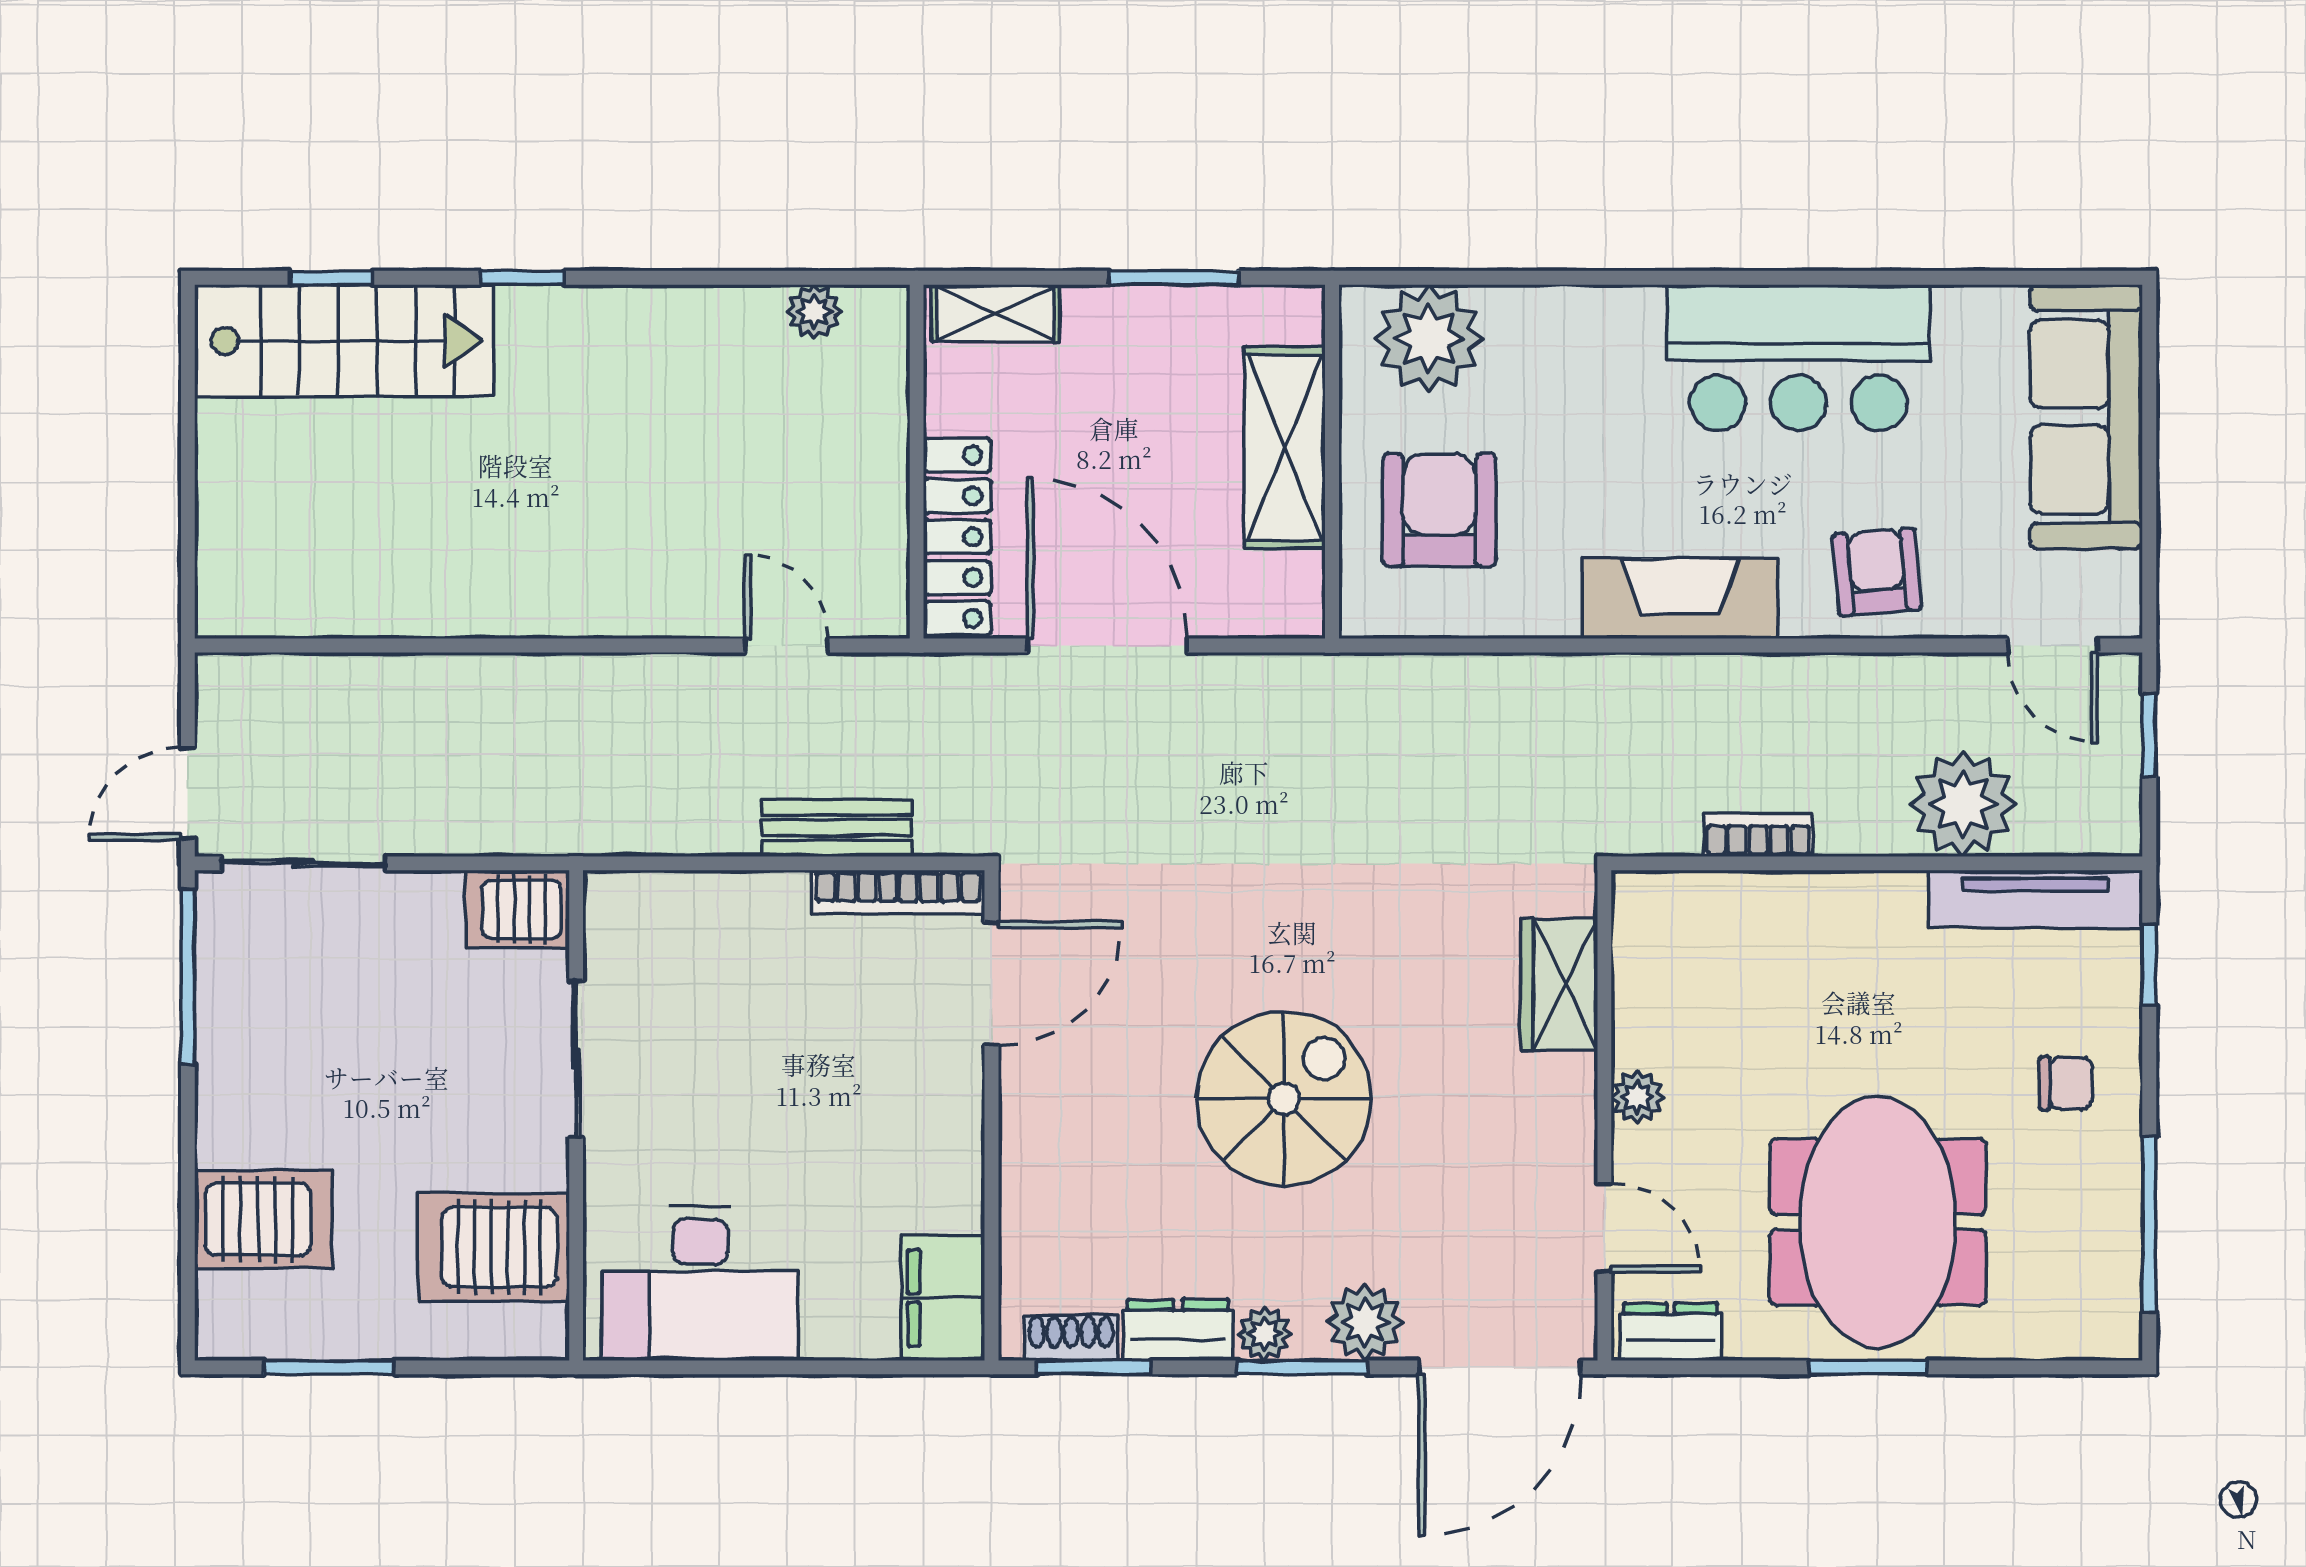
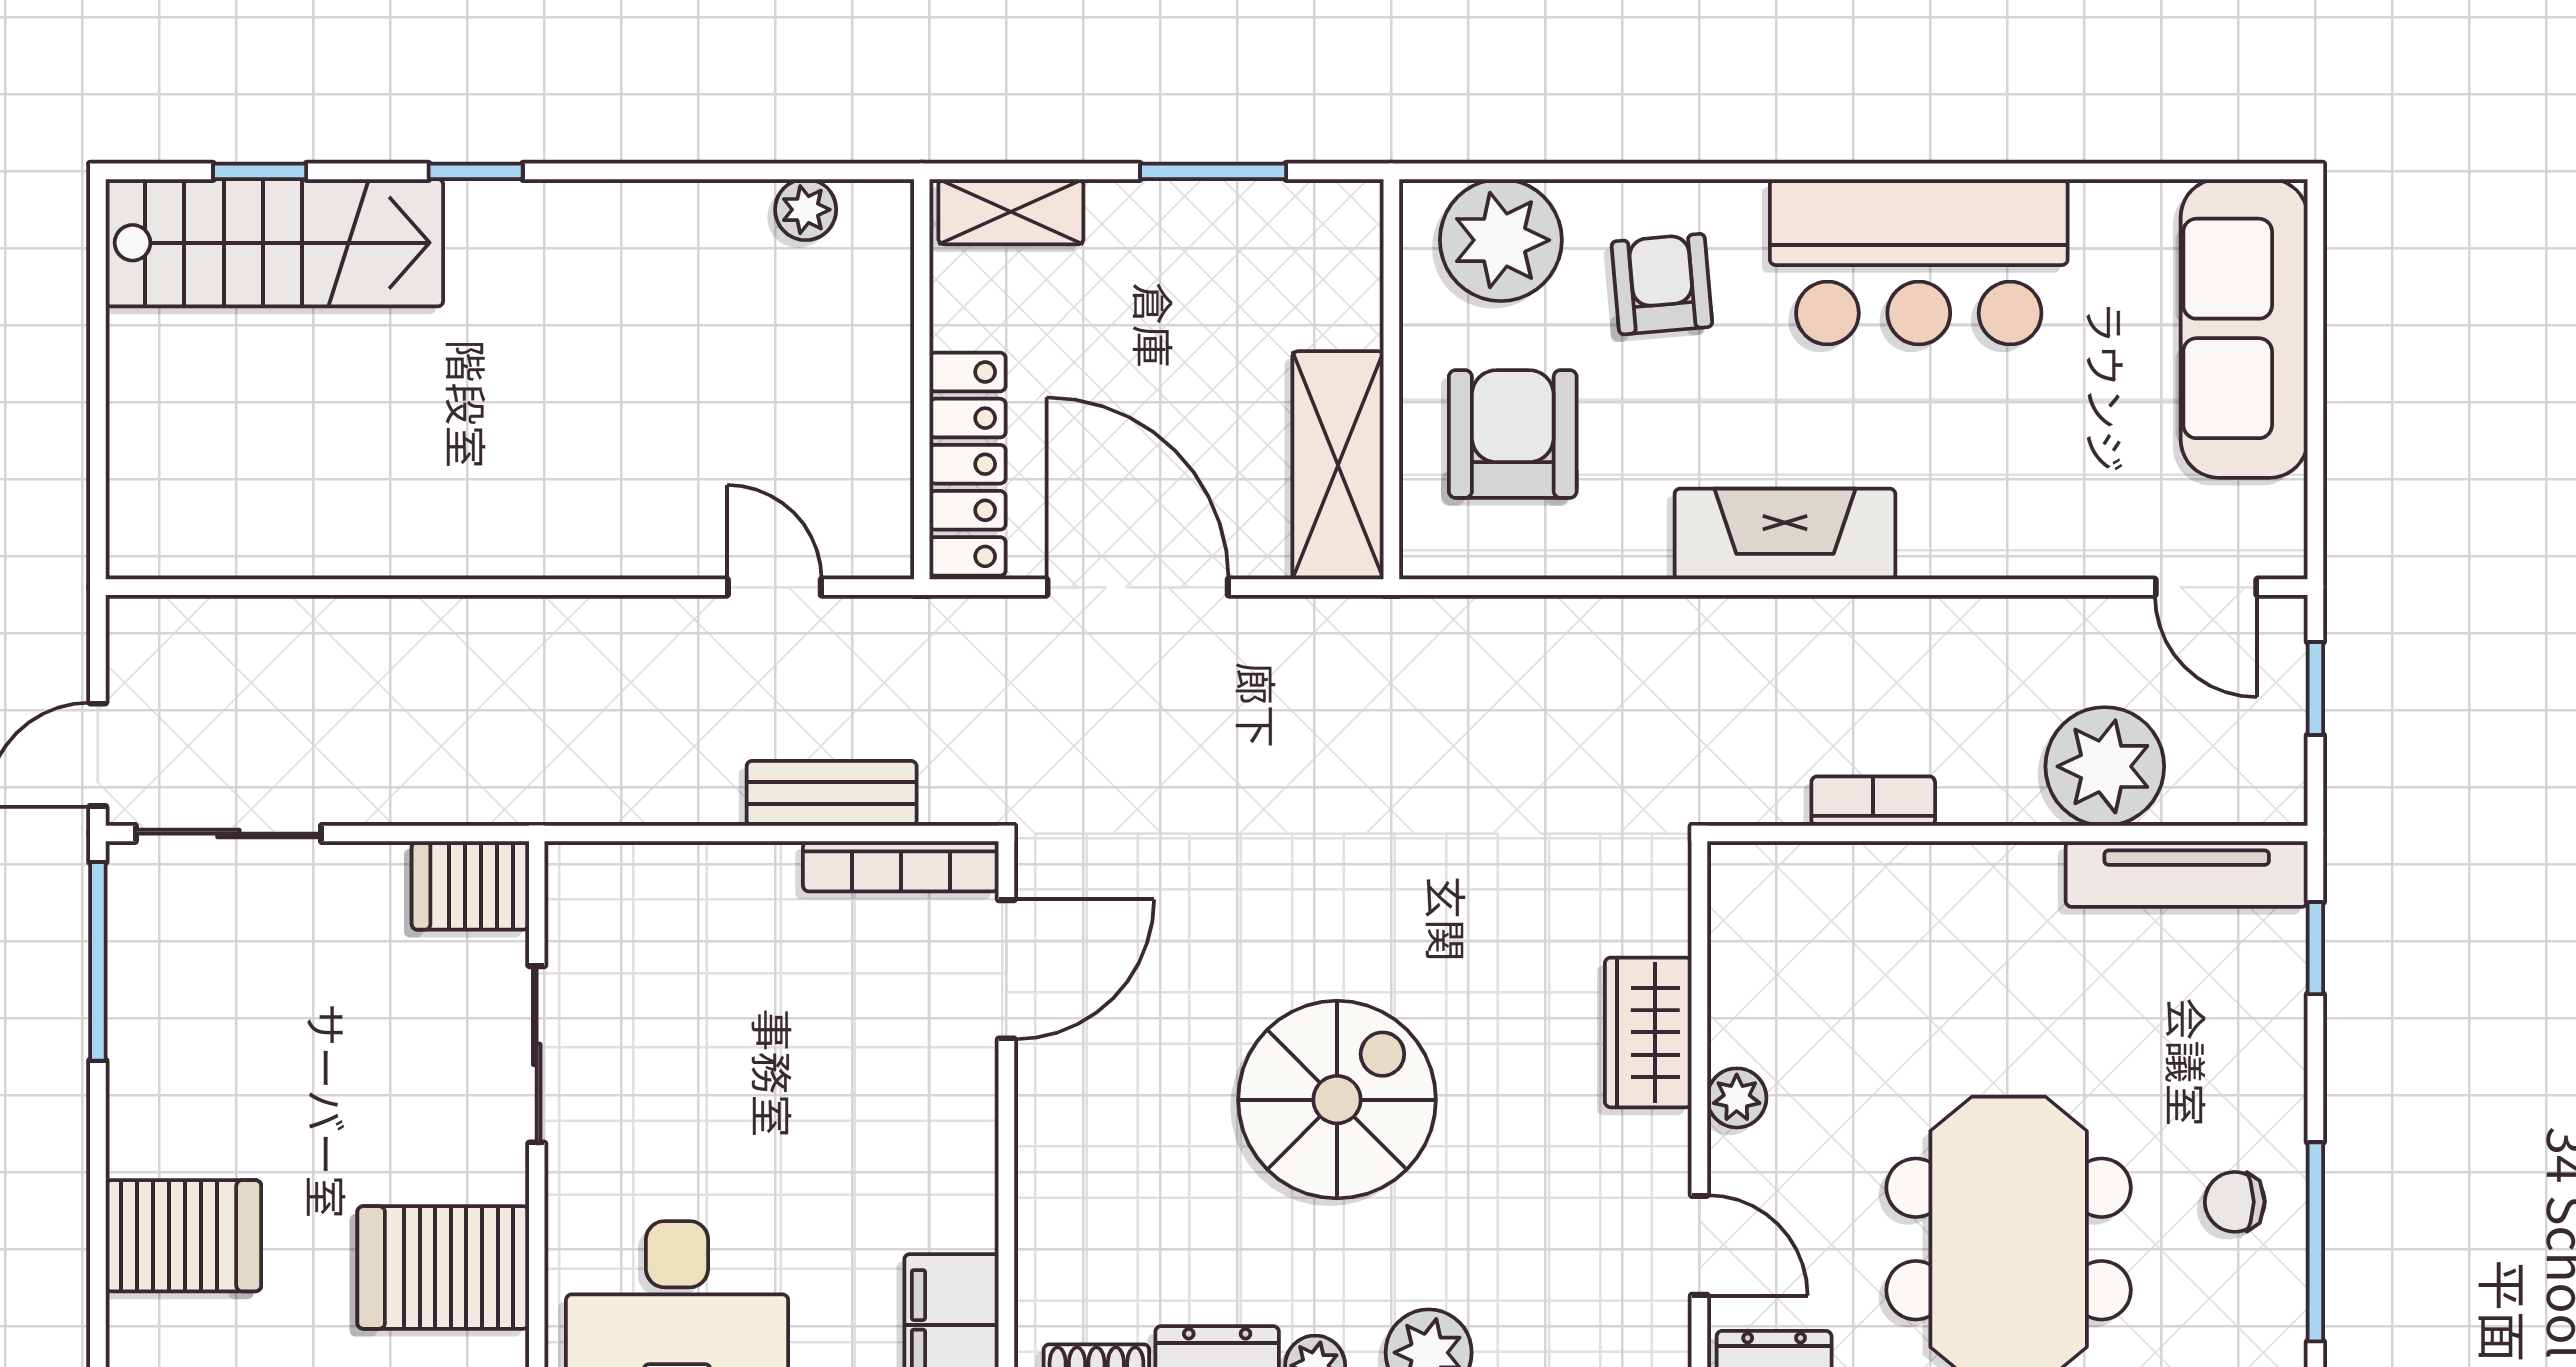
shelving: (1285, 447) -> (1338, 465), moved
armchair: (1877, 572) -> (1662, 284), moved
wardrobe: (1559, 984) -> (1648, 1032), moved
chair: (2066, 1083) -> (2235, 1202), moved, turned 180

